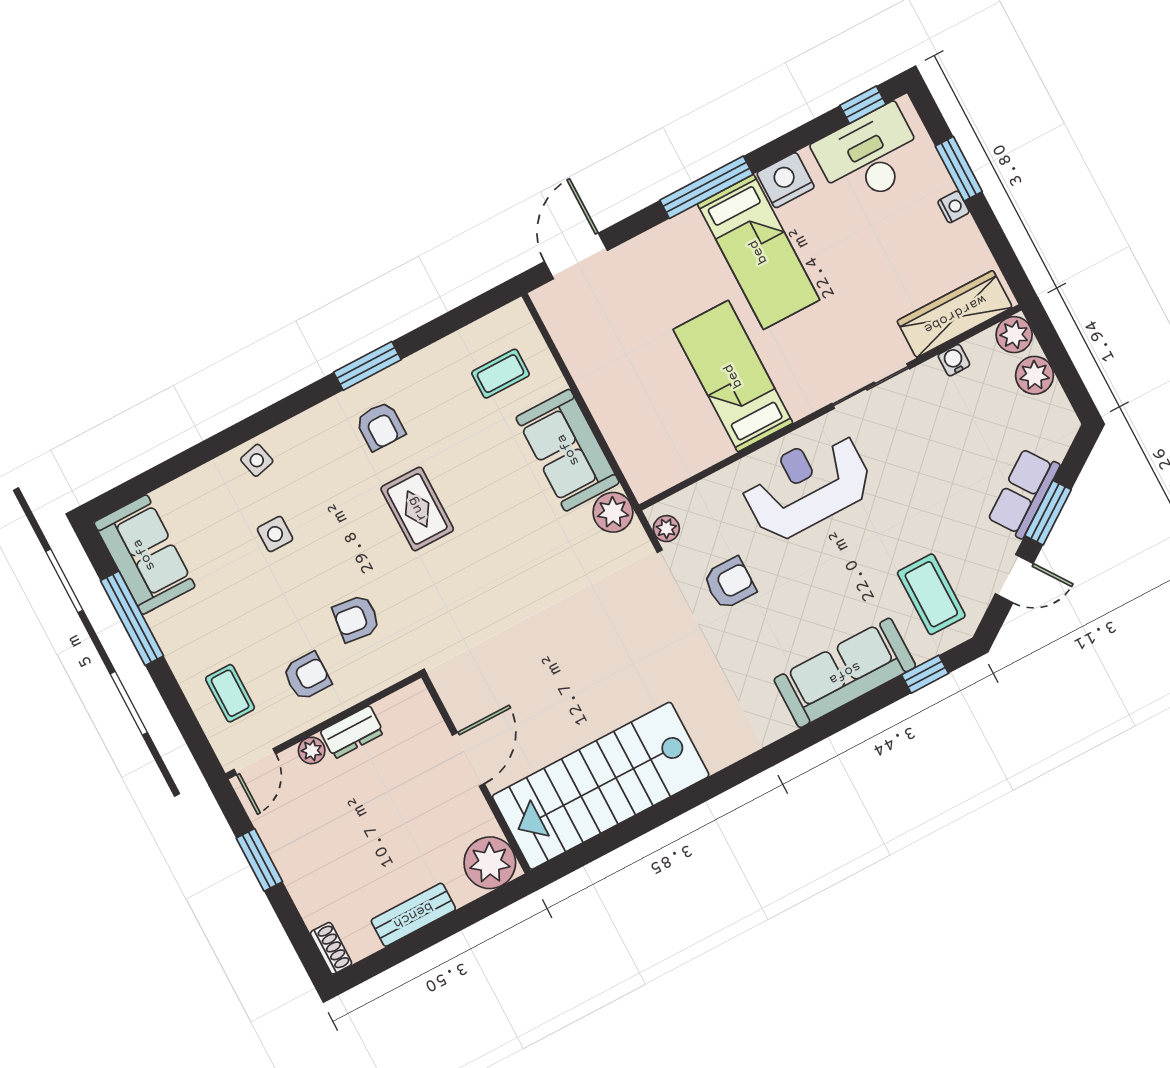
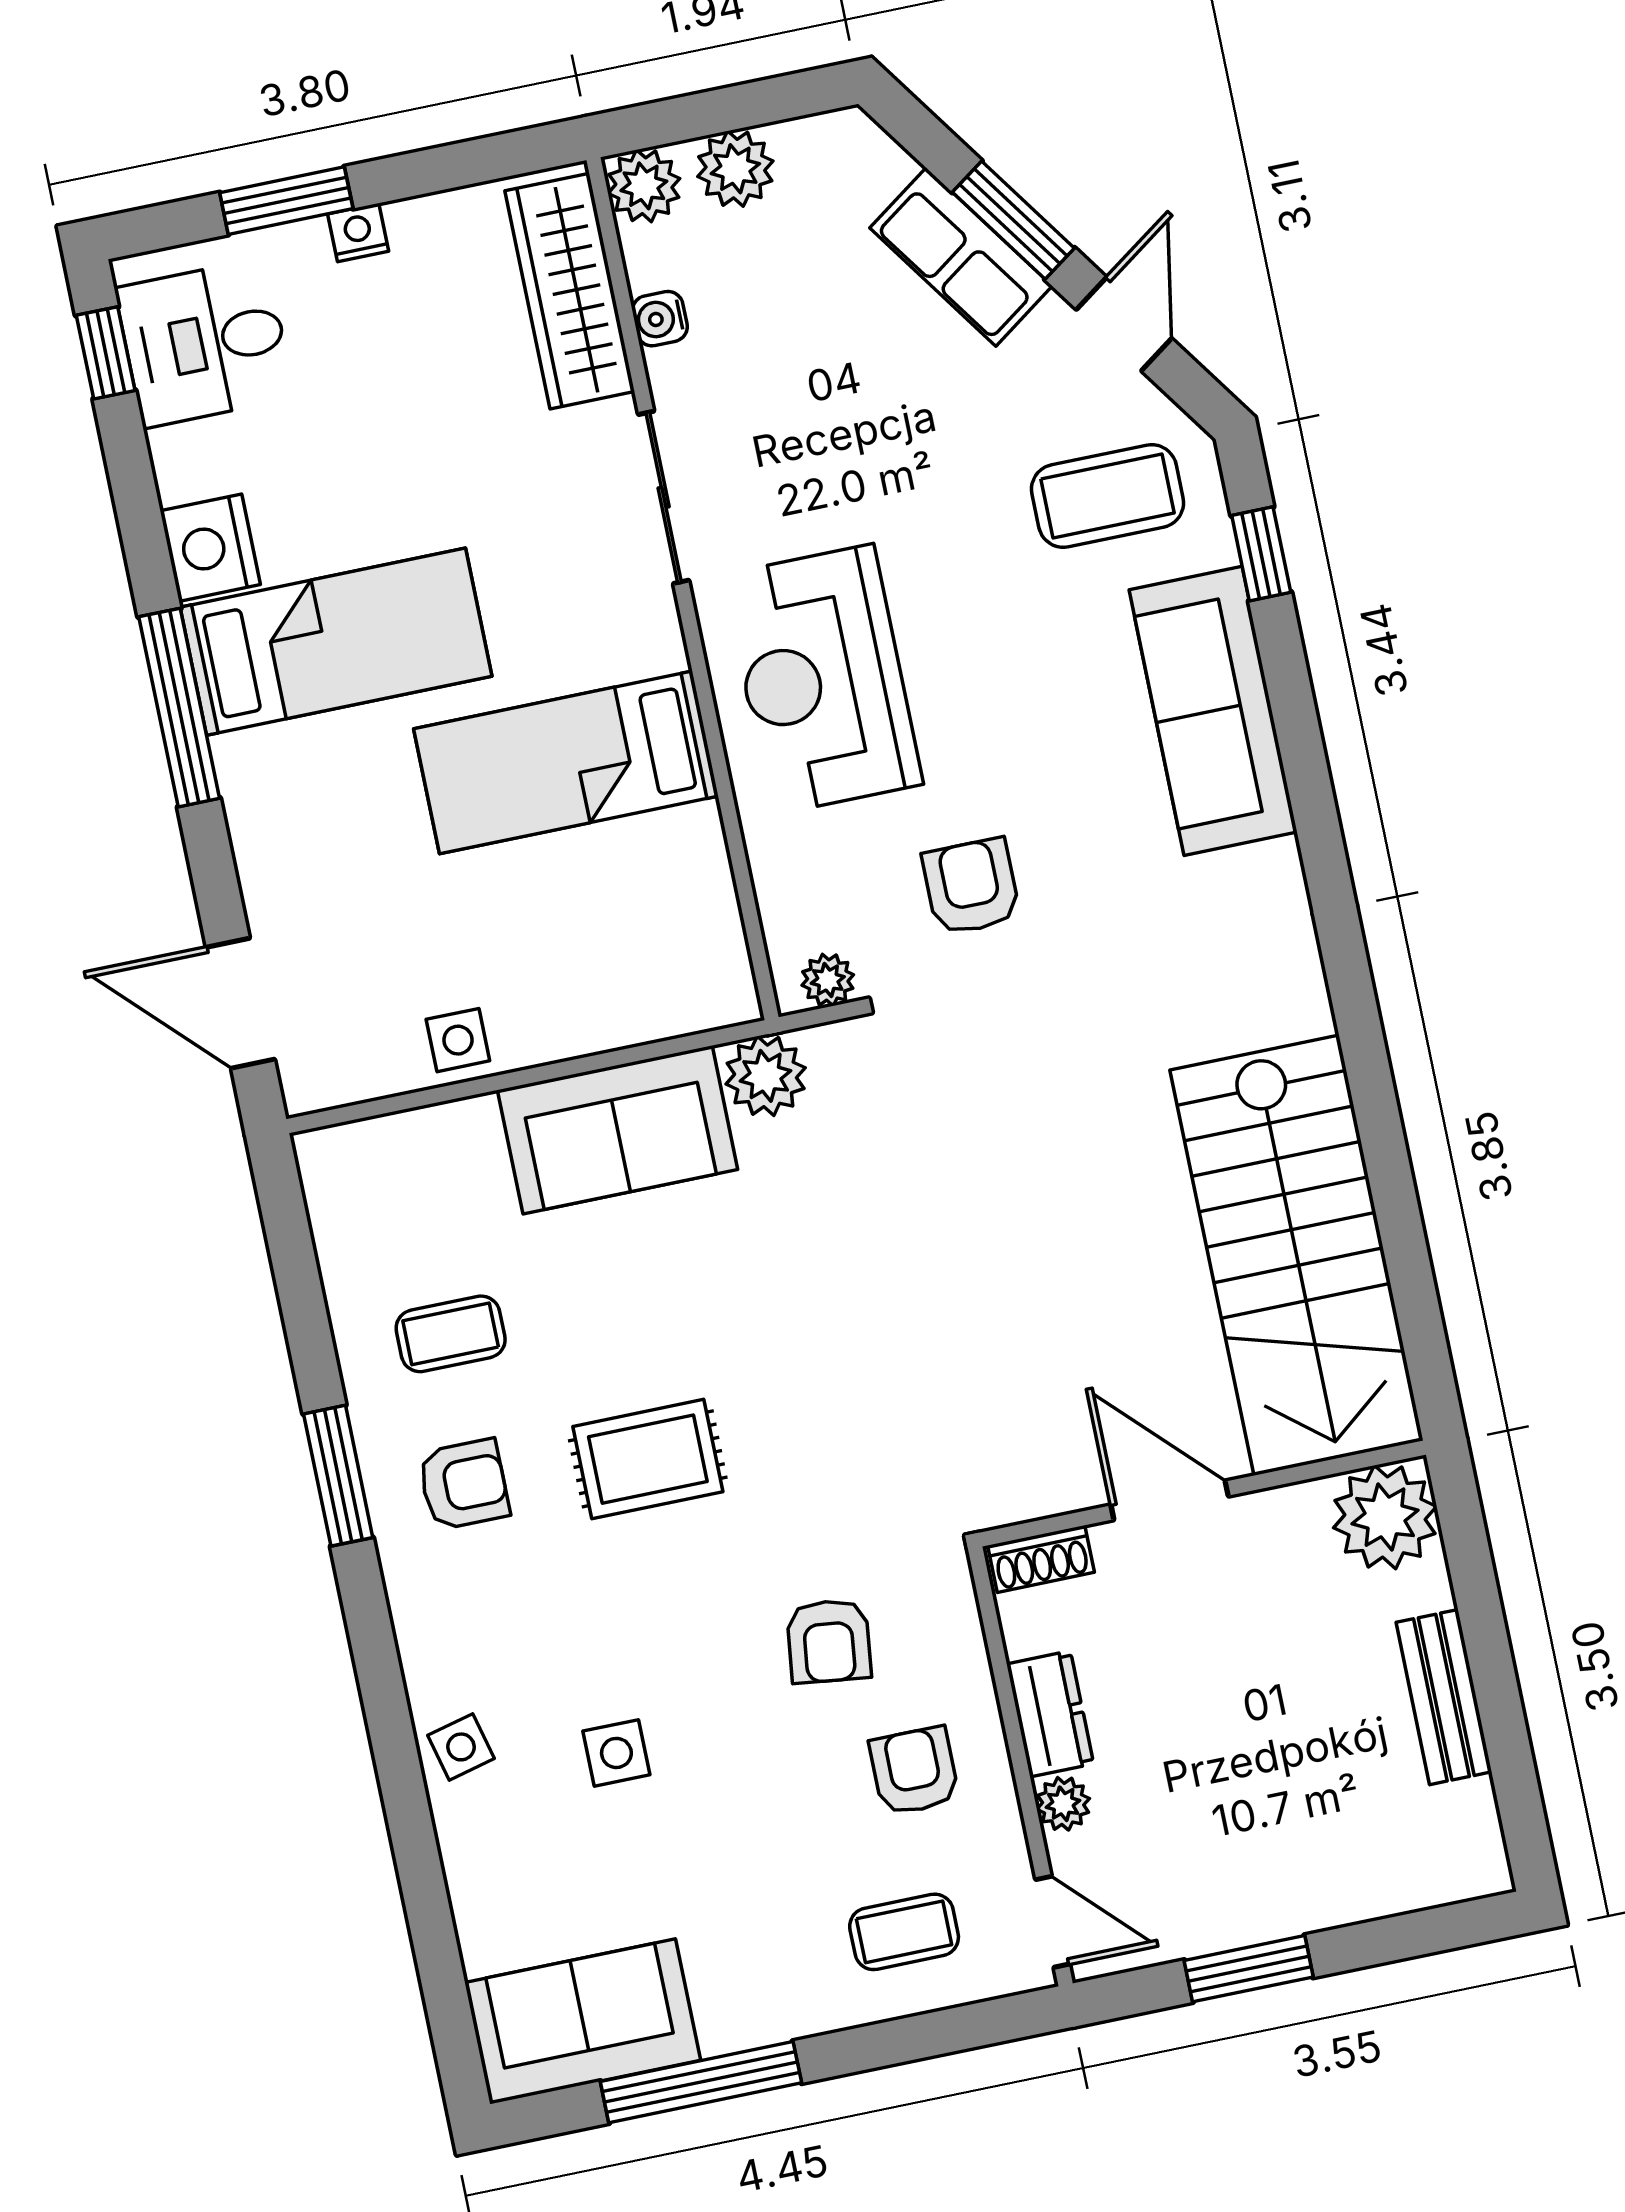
desk: (869, 156) -> (205, 343), width x0.73
side table: (588, 363) -> (458, 1040), added
coffee table: (501, 374) -> (451, 1334), moved, turned 90
shoe rack: (331, 948) -> (1041, 1559), moved, turned 180

